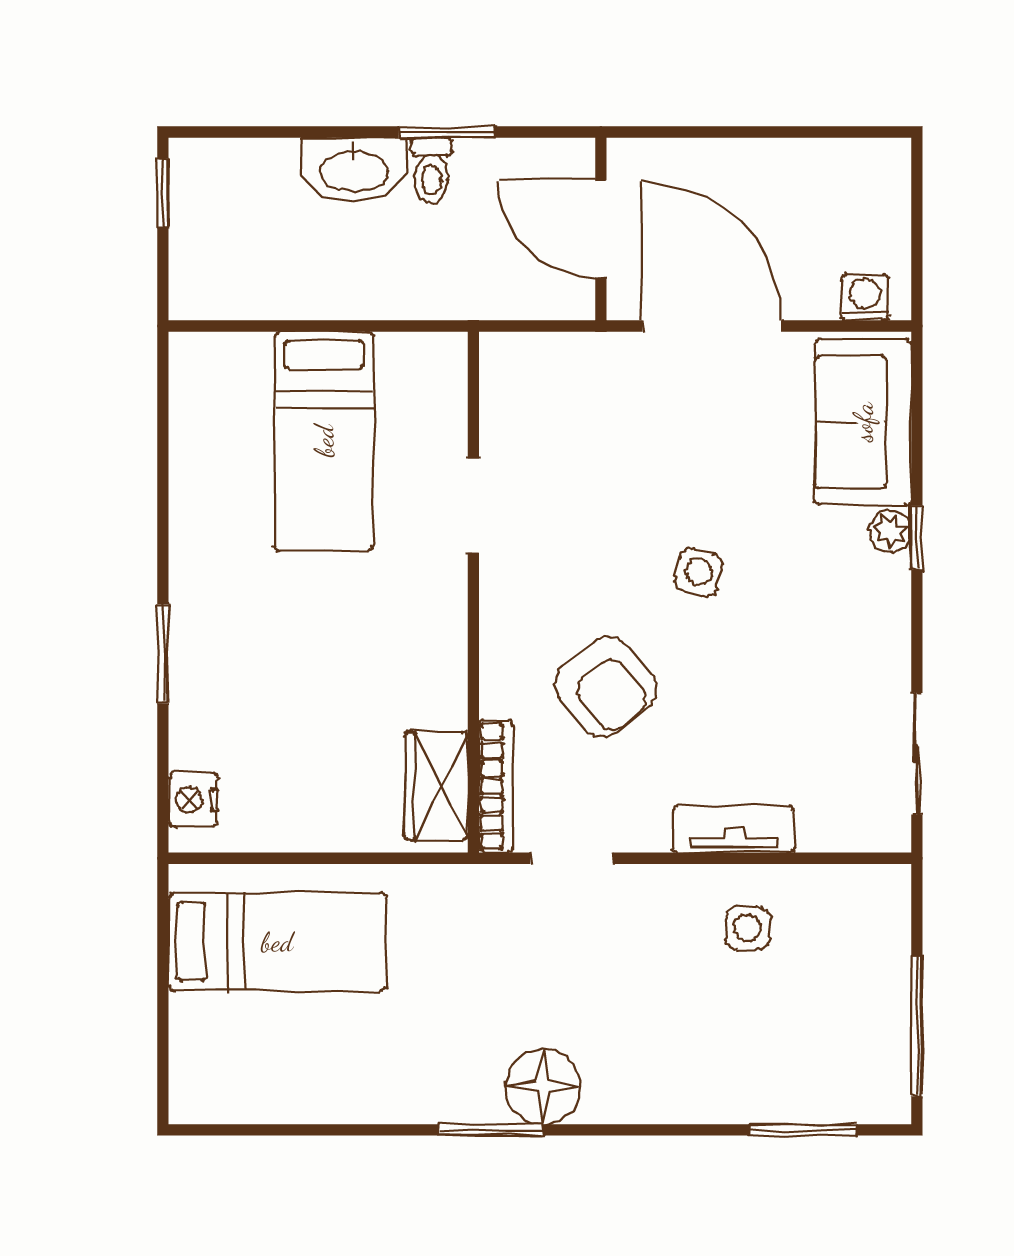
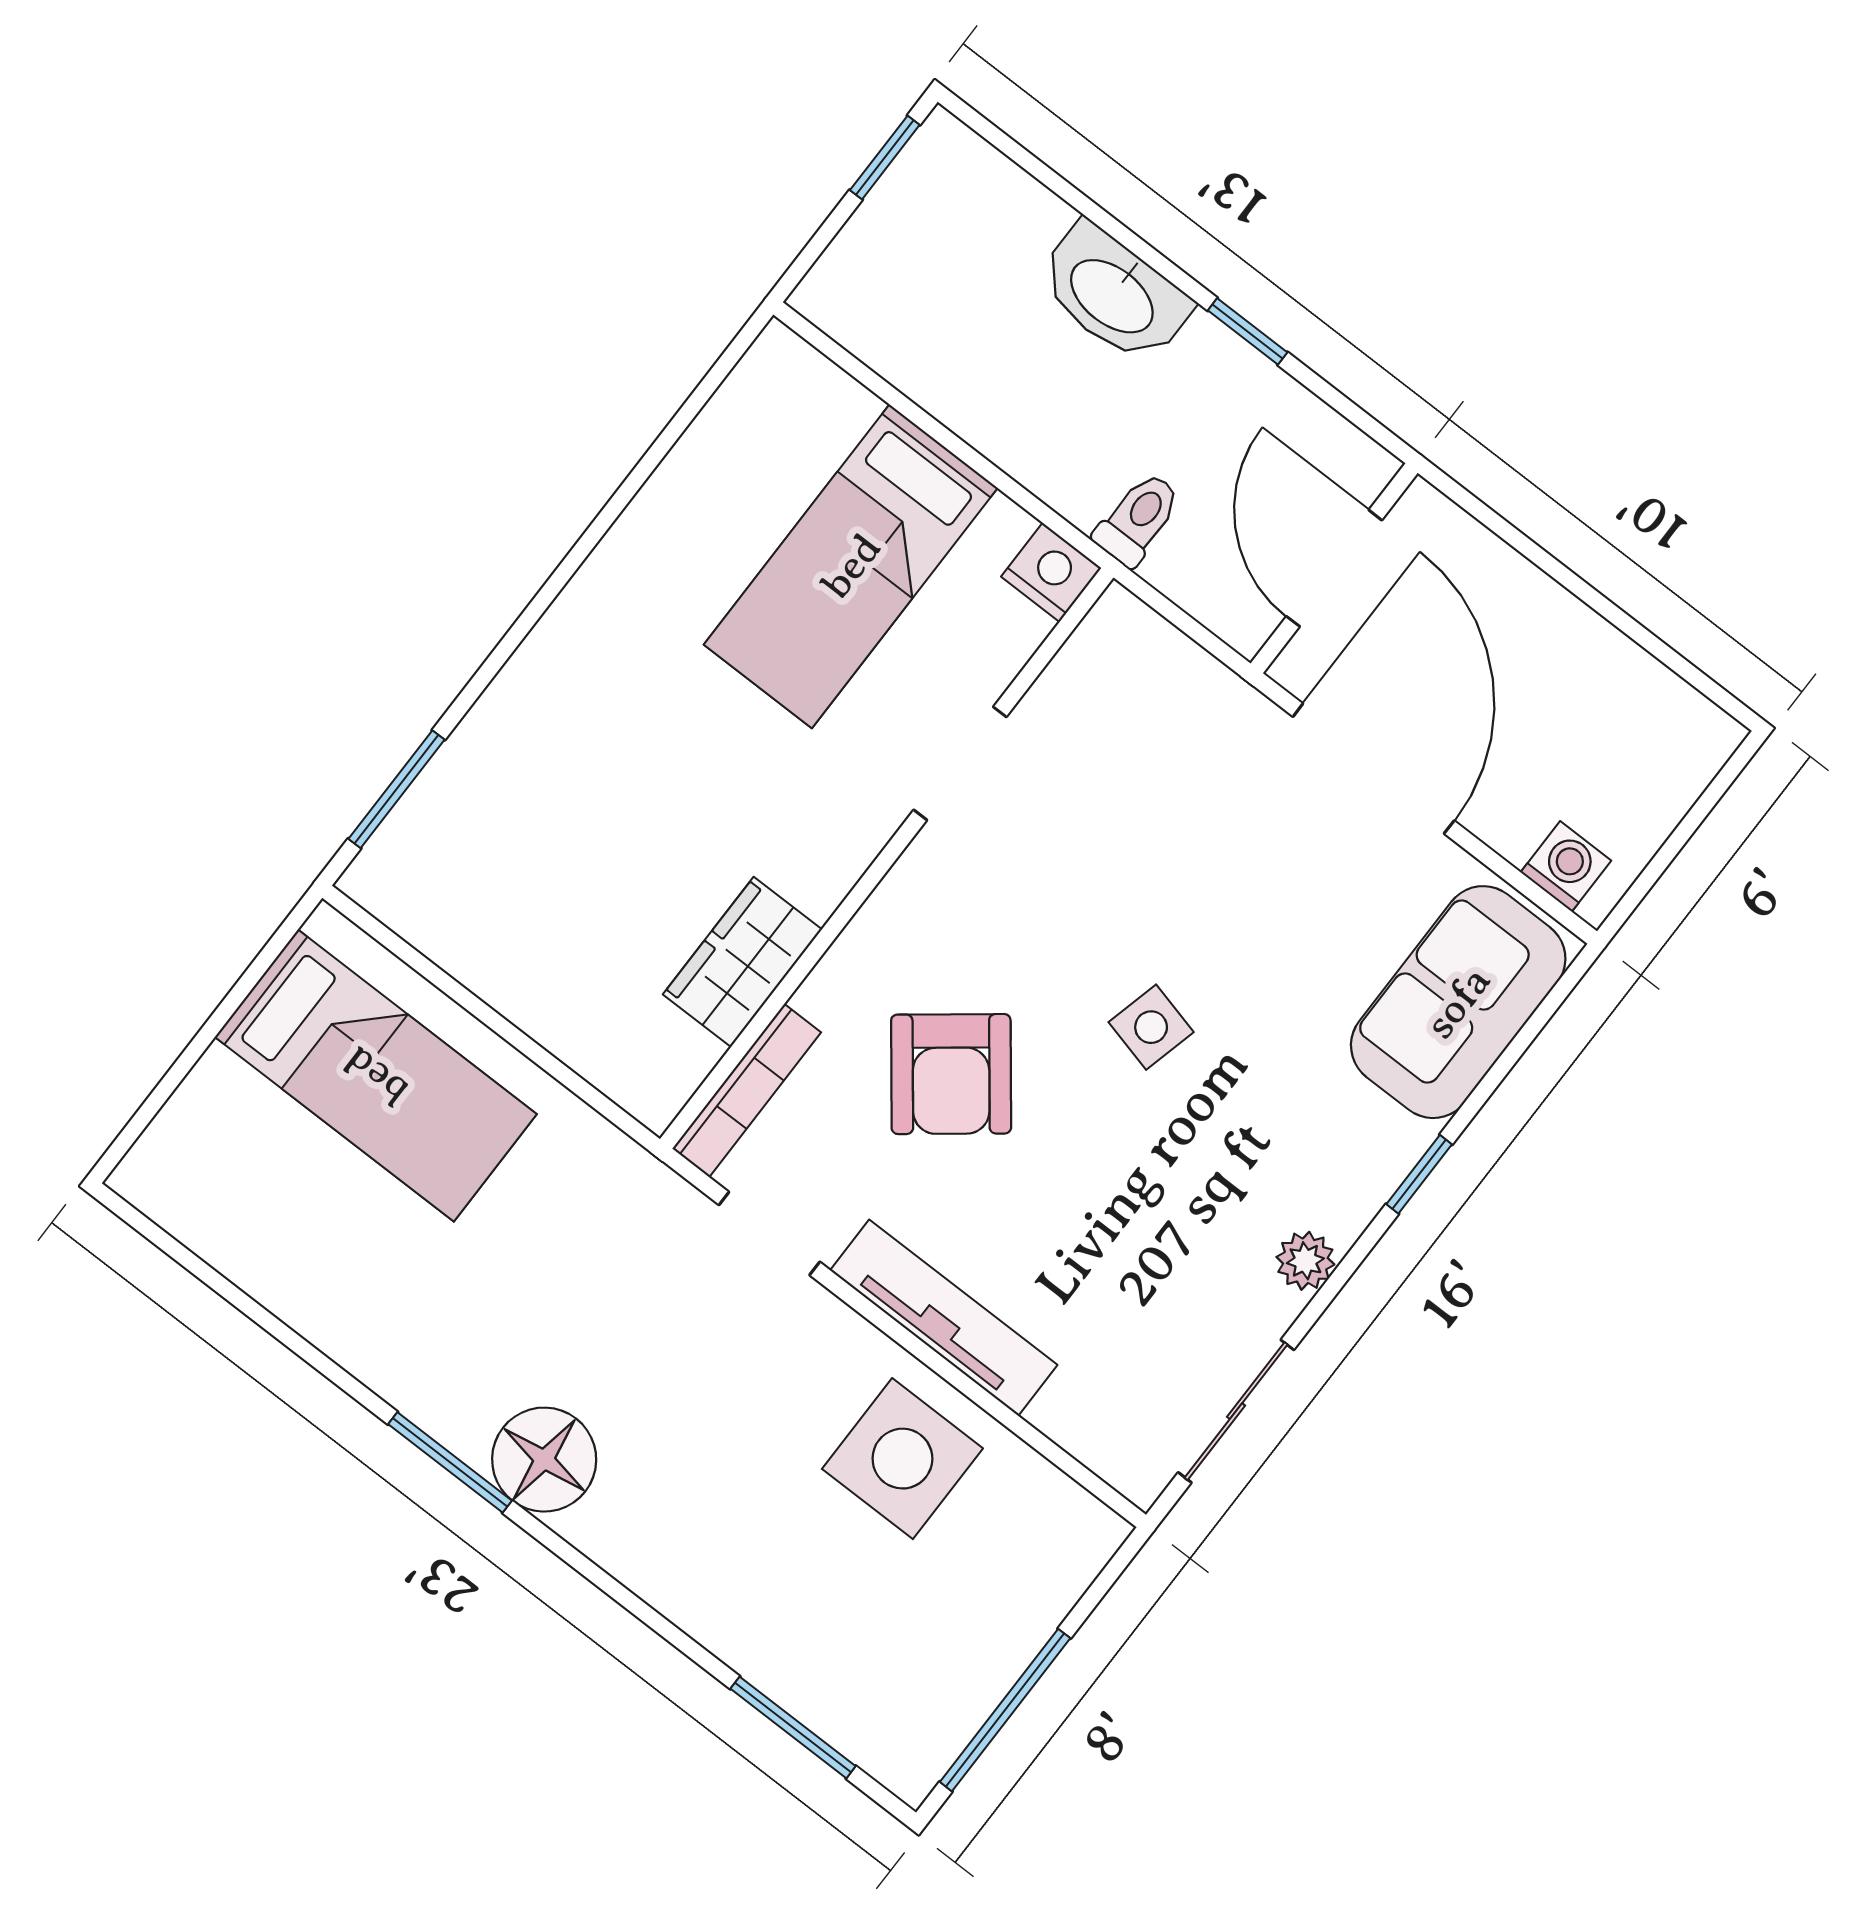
window: (447, 132) -> (1248, 331), width x0.67
toilet: (431, 170) -> (1138, 519), moved, turned 180
plant: (890, 531) -> (1305, 1261), moved
window: (163, 654) -> (396, 789), moved
wardrobe: (437, 786) -> (742, 962), moved
nightstand: (193, 800) -> (1051, 572), moved, turned 90
tv unit: (734, 829) -> (944, 1318), width x1.41
side table: (747, 928) -> (902, 1459), width x1.87, depth x1.87

